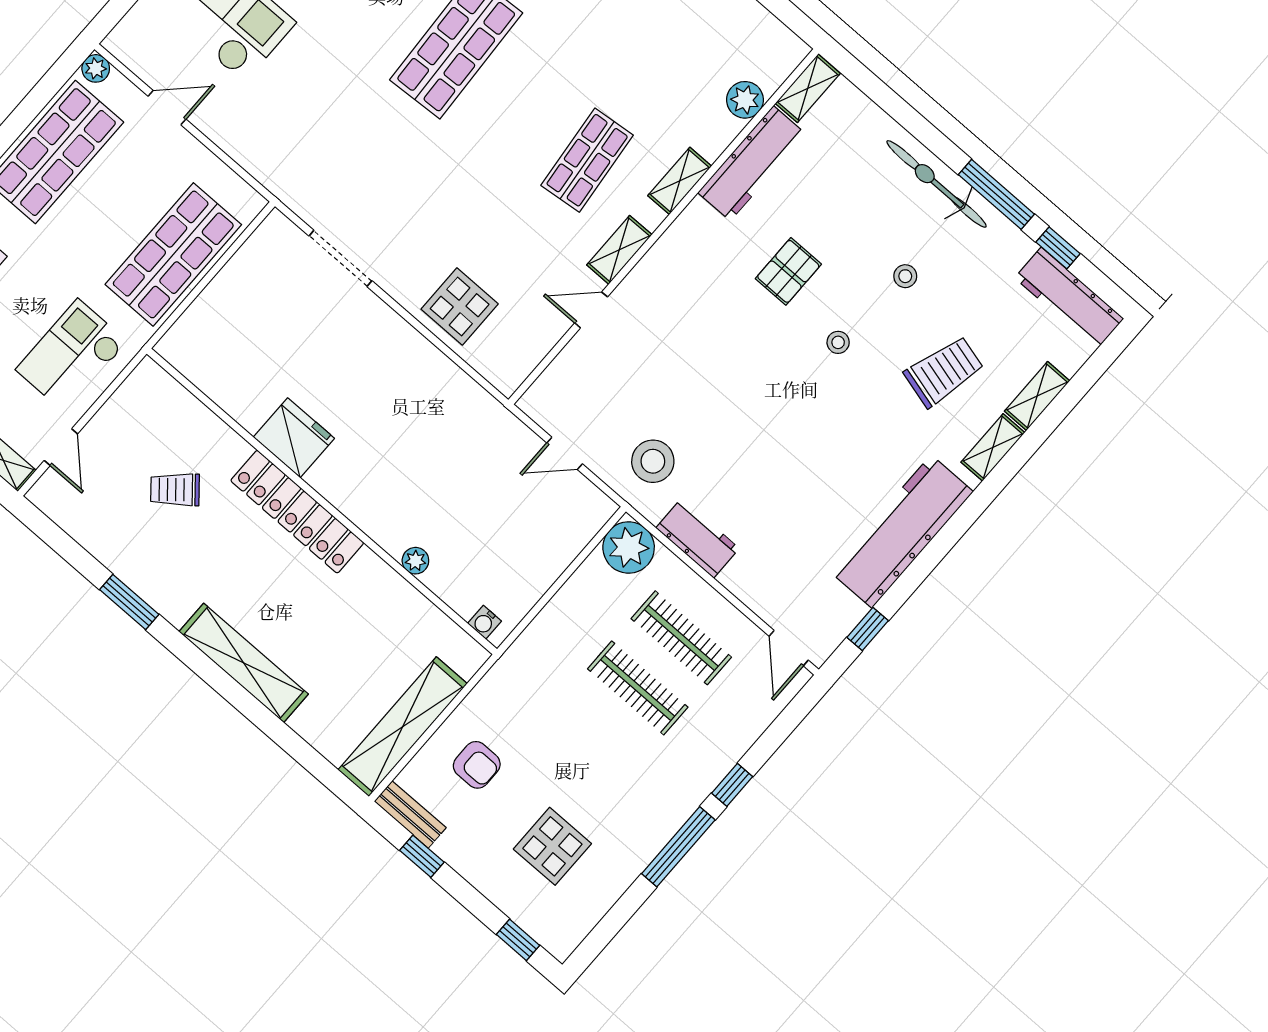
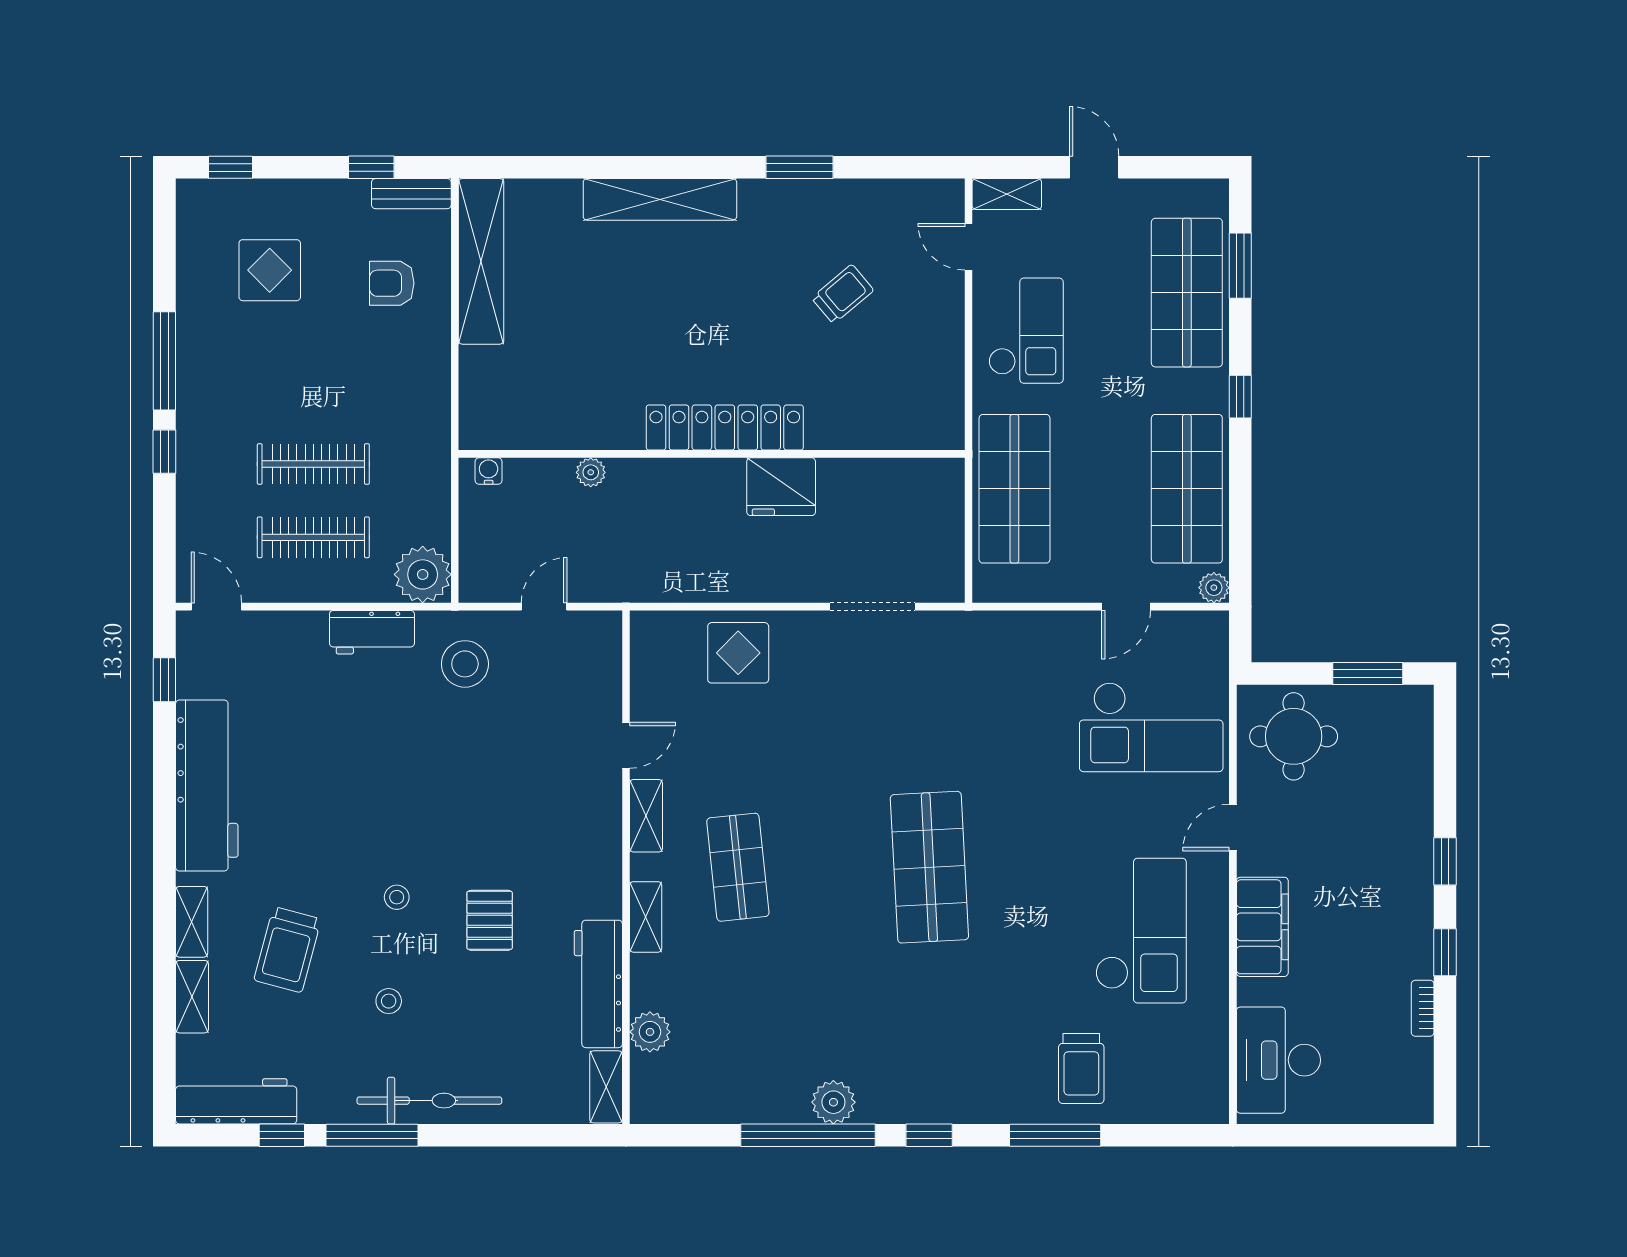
fridge: (294, 438) -> (781, 487), moved
wall: (322, 501) -> (712, 454), moved
locker: (297, 512) -> (725, 428), moved
plant: (415, 561) -> (591, 472), moved
water cooler: (485, 622) -> (489, 471), moved

